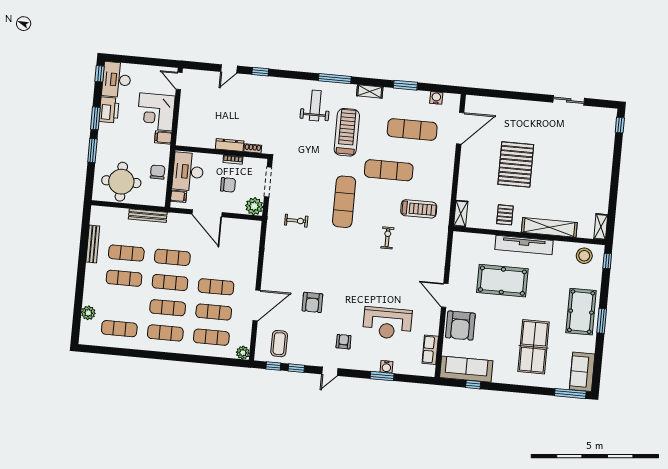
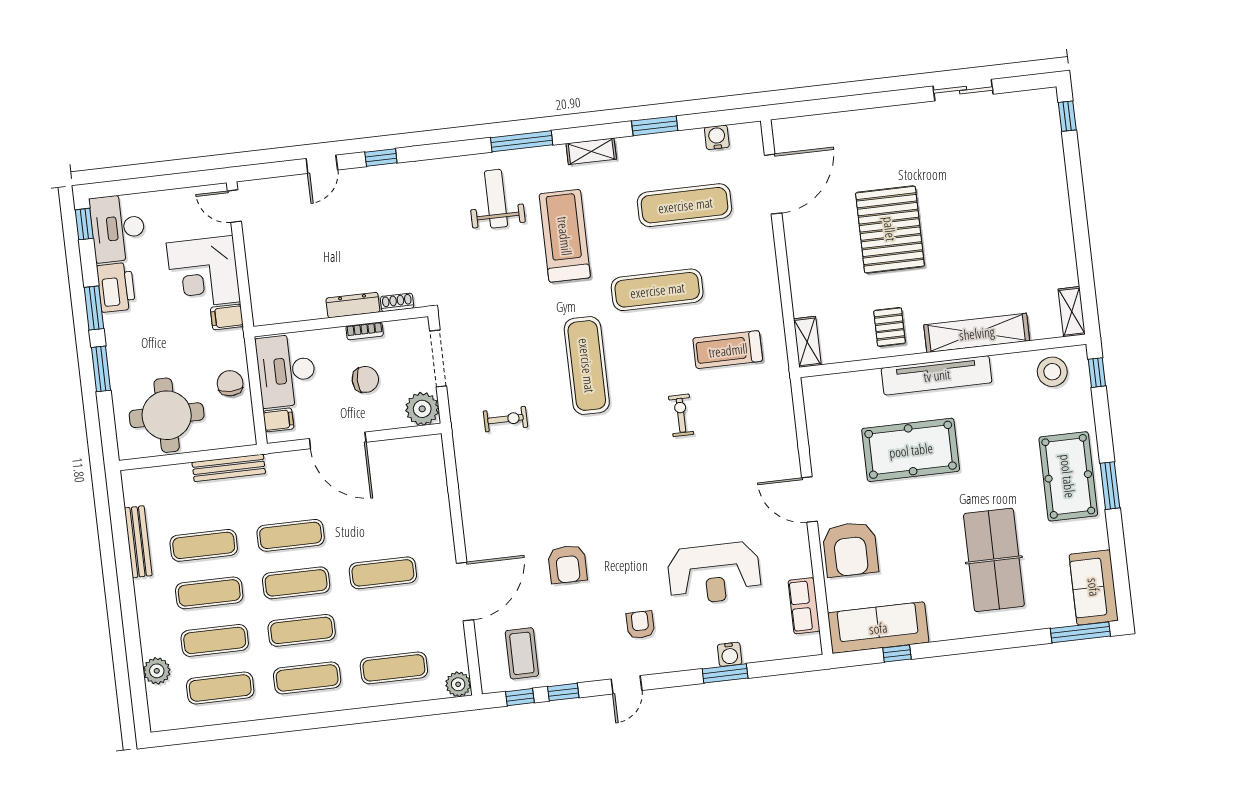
treadmill: (419, 209) -> (728, 350), turned 180
exercise mat: (214, 312) -> (215, 640), moved

